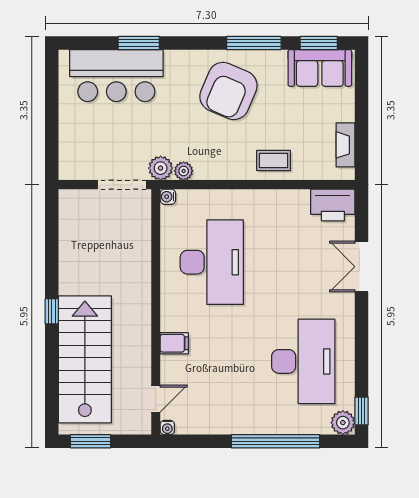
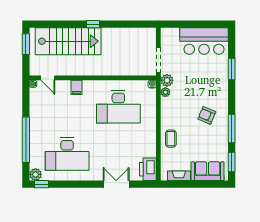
sofa: (320, 68) -> (208, 171), moved, turned 90
bar counter: (116, 76) -> (204, 41), moved, turned -90
armchair: (228, 91) -> (207, 115), width x0.53, depth x0.53

